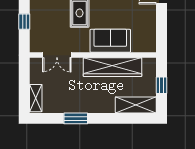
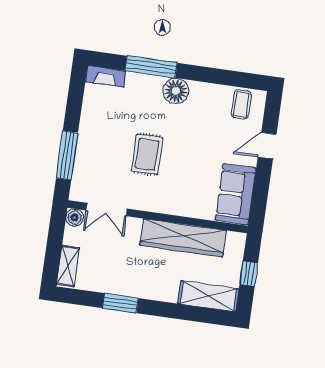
window: (24, 22) -> (67, 155), width x2.17
sofa: (110, 41) -> (236, 194), moved, turned -90
boiler: (36, 64) -> (75, 217), added

